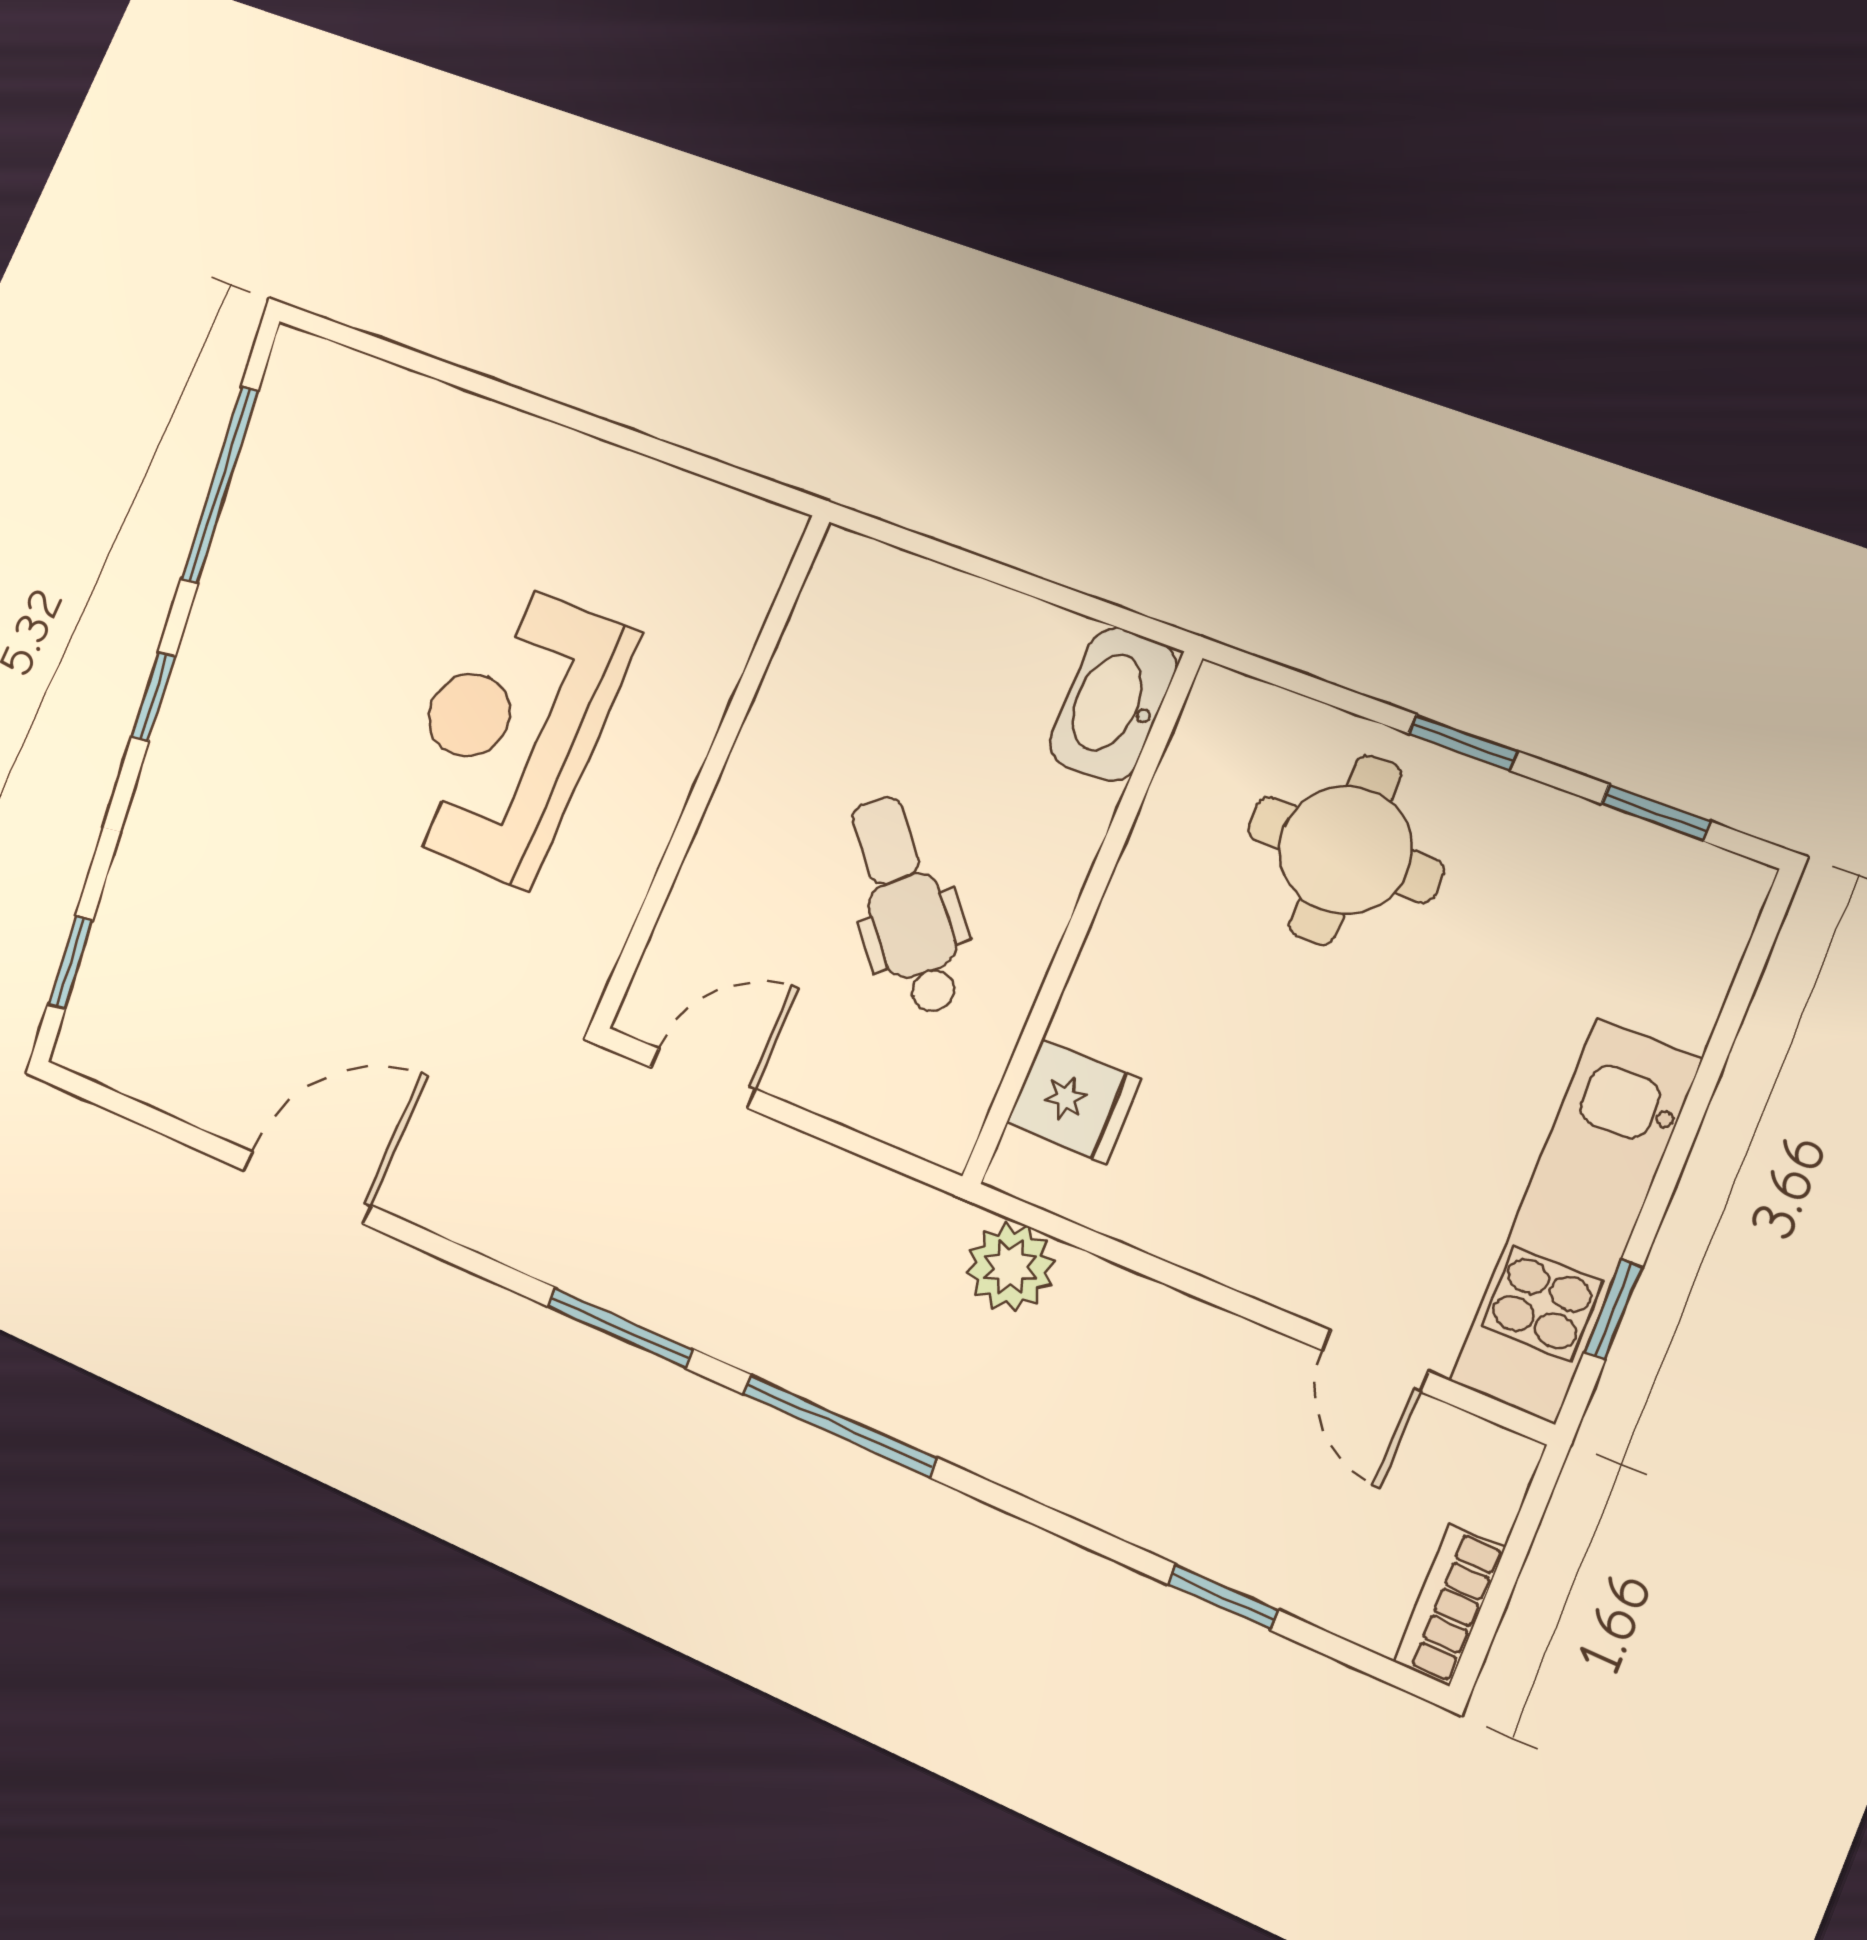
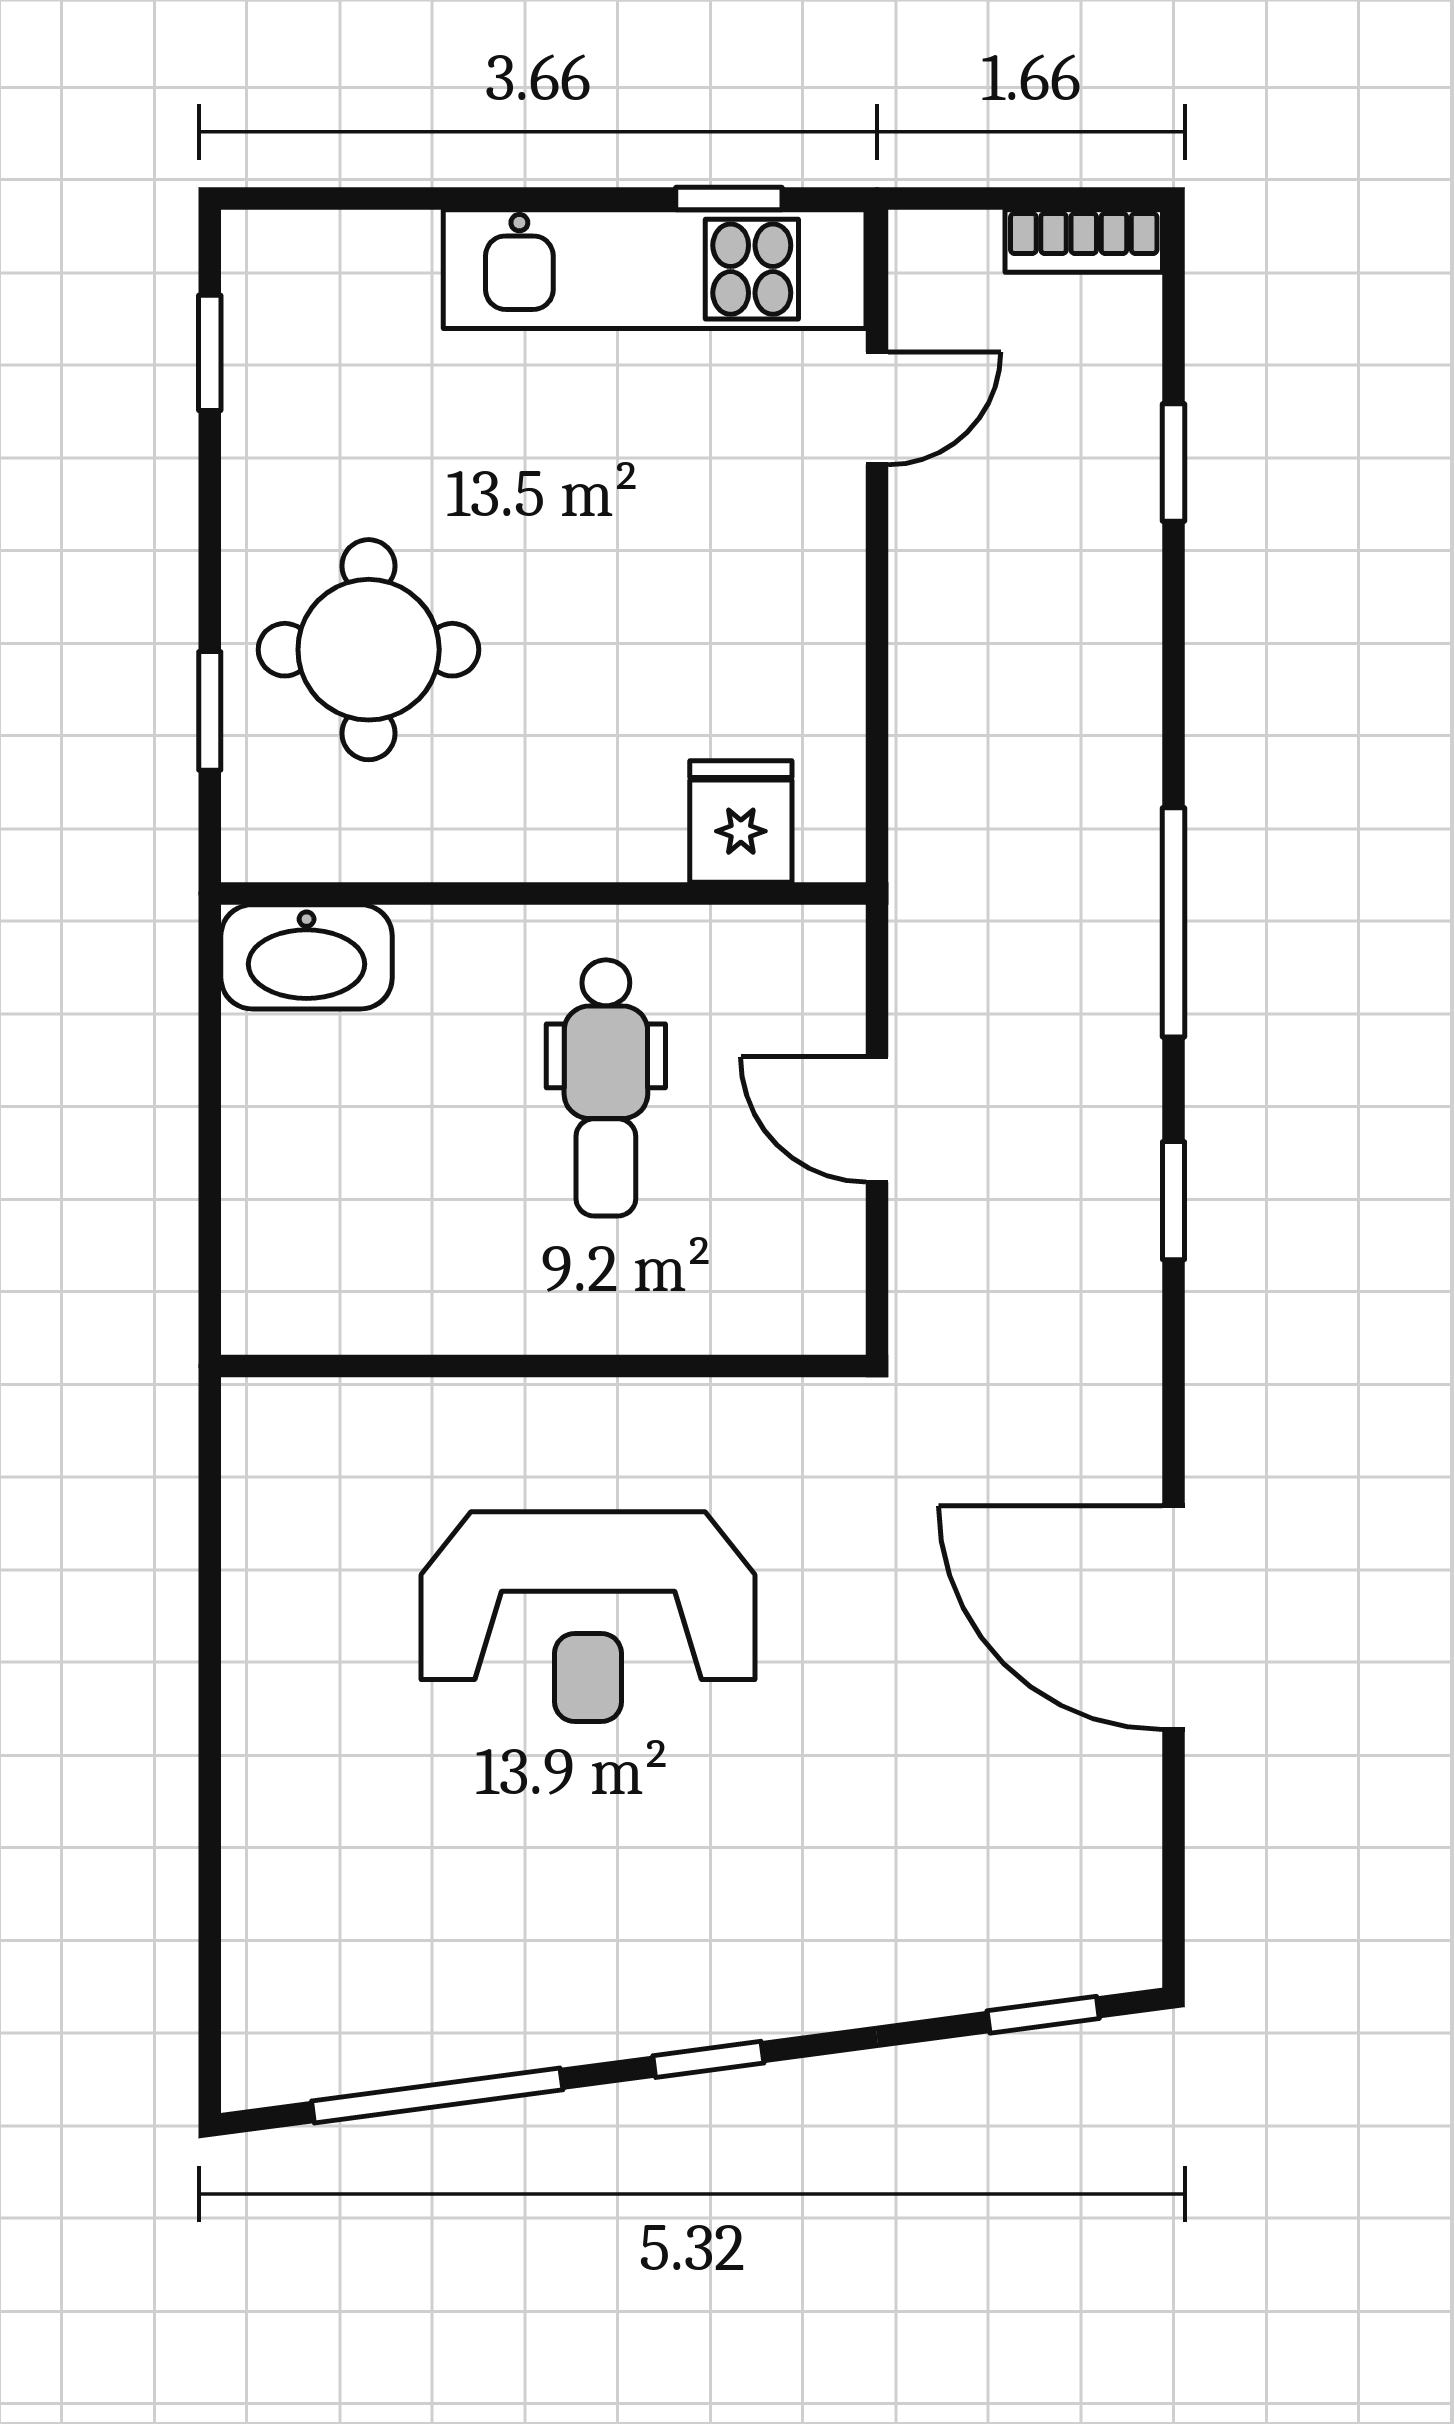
window: (1463, 742) -> (210, 711), moved
dental chair: (906, 905) -> (606, 1088), turned -49
door: (703, 1078) -> (877, 1120), moved
door: (307, 1188) -> (1174, 1618), width x1.36
plant: (1010, 1267) -> (938, 815), removed
window: (620, 1328) -> (1174, 1201), width x0.67

